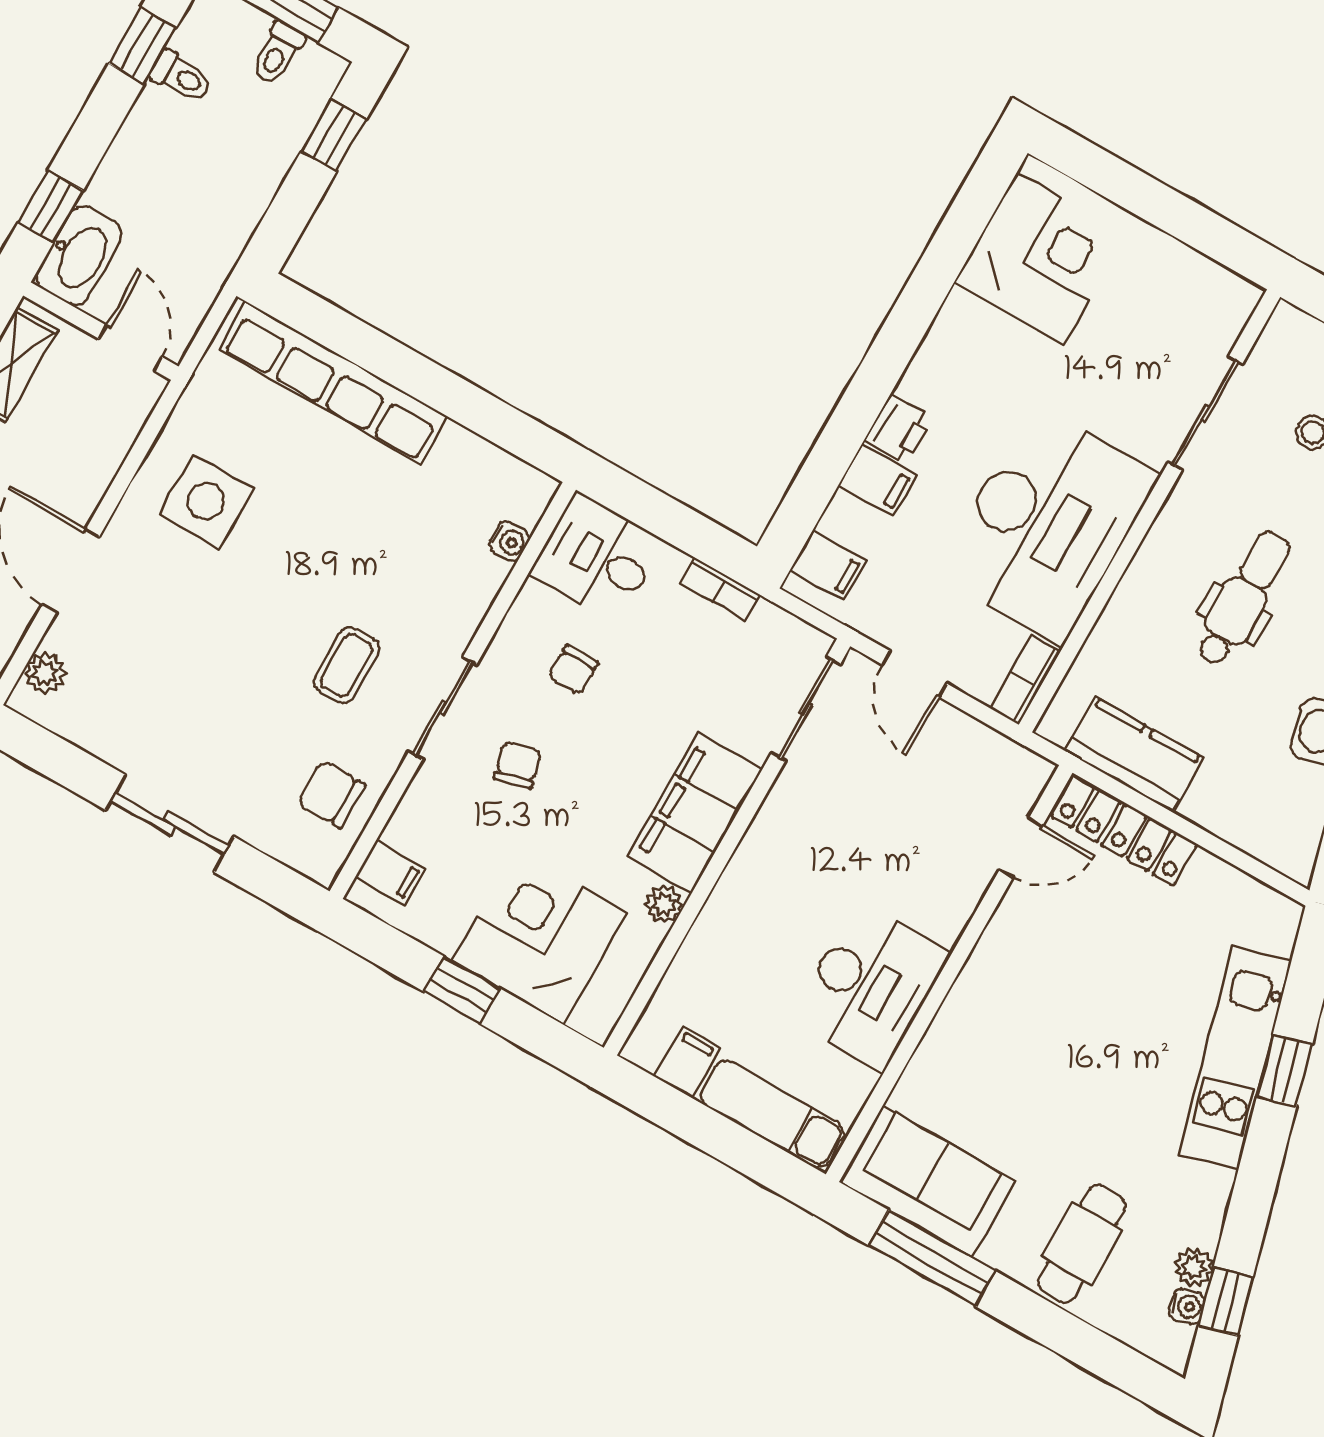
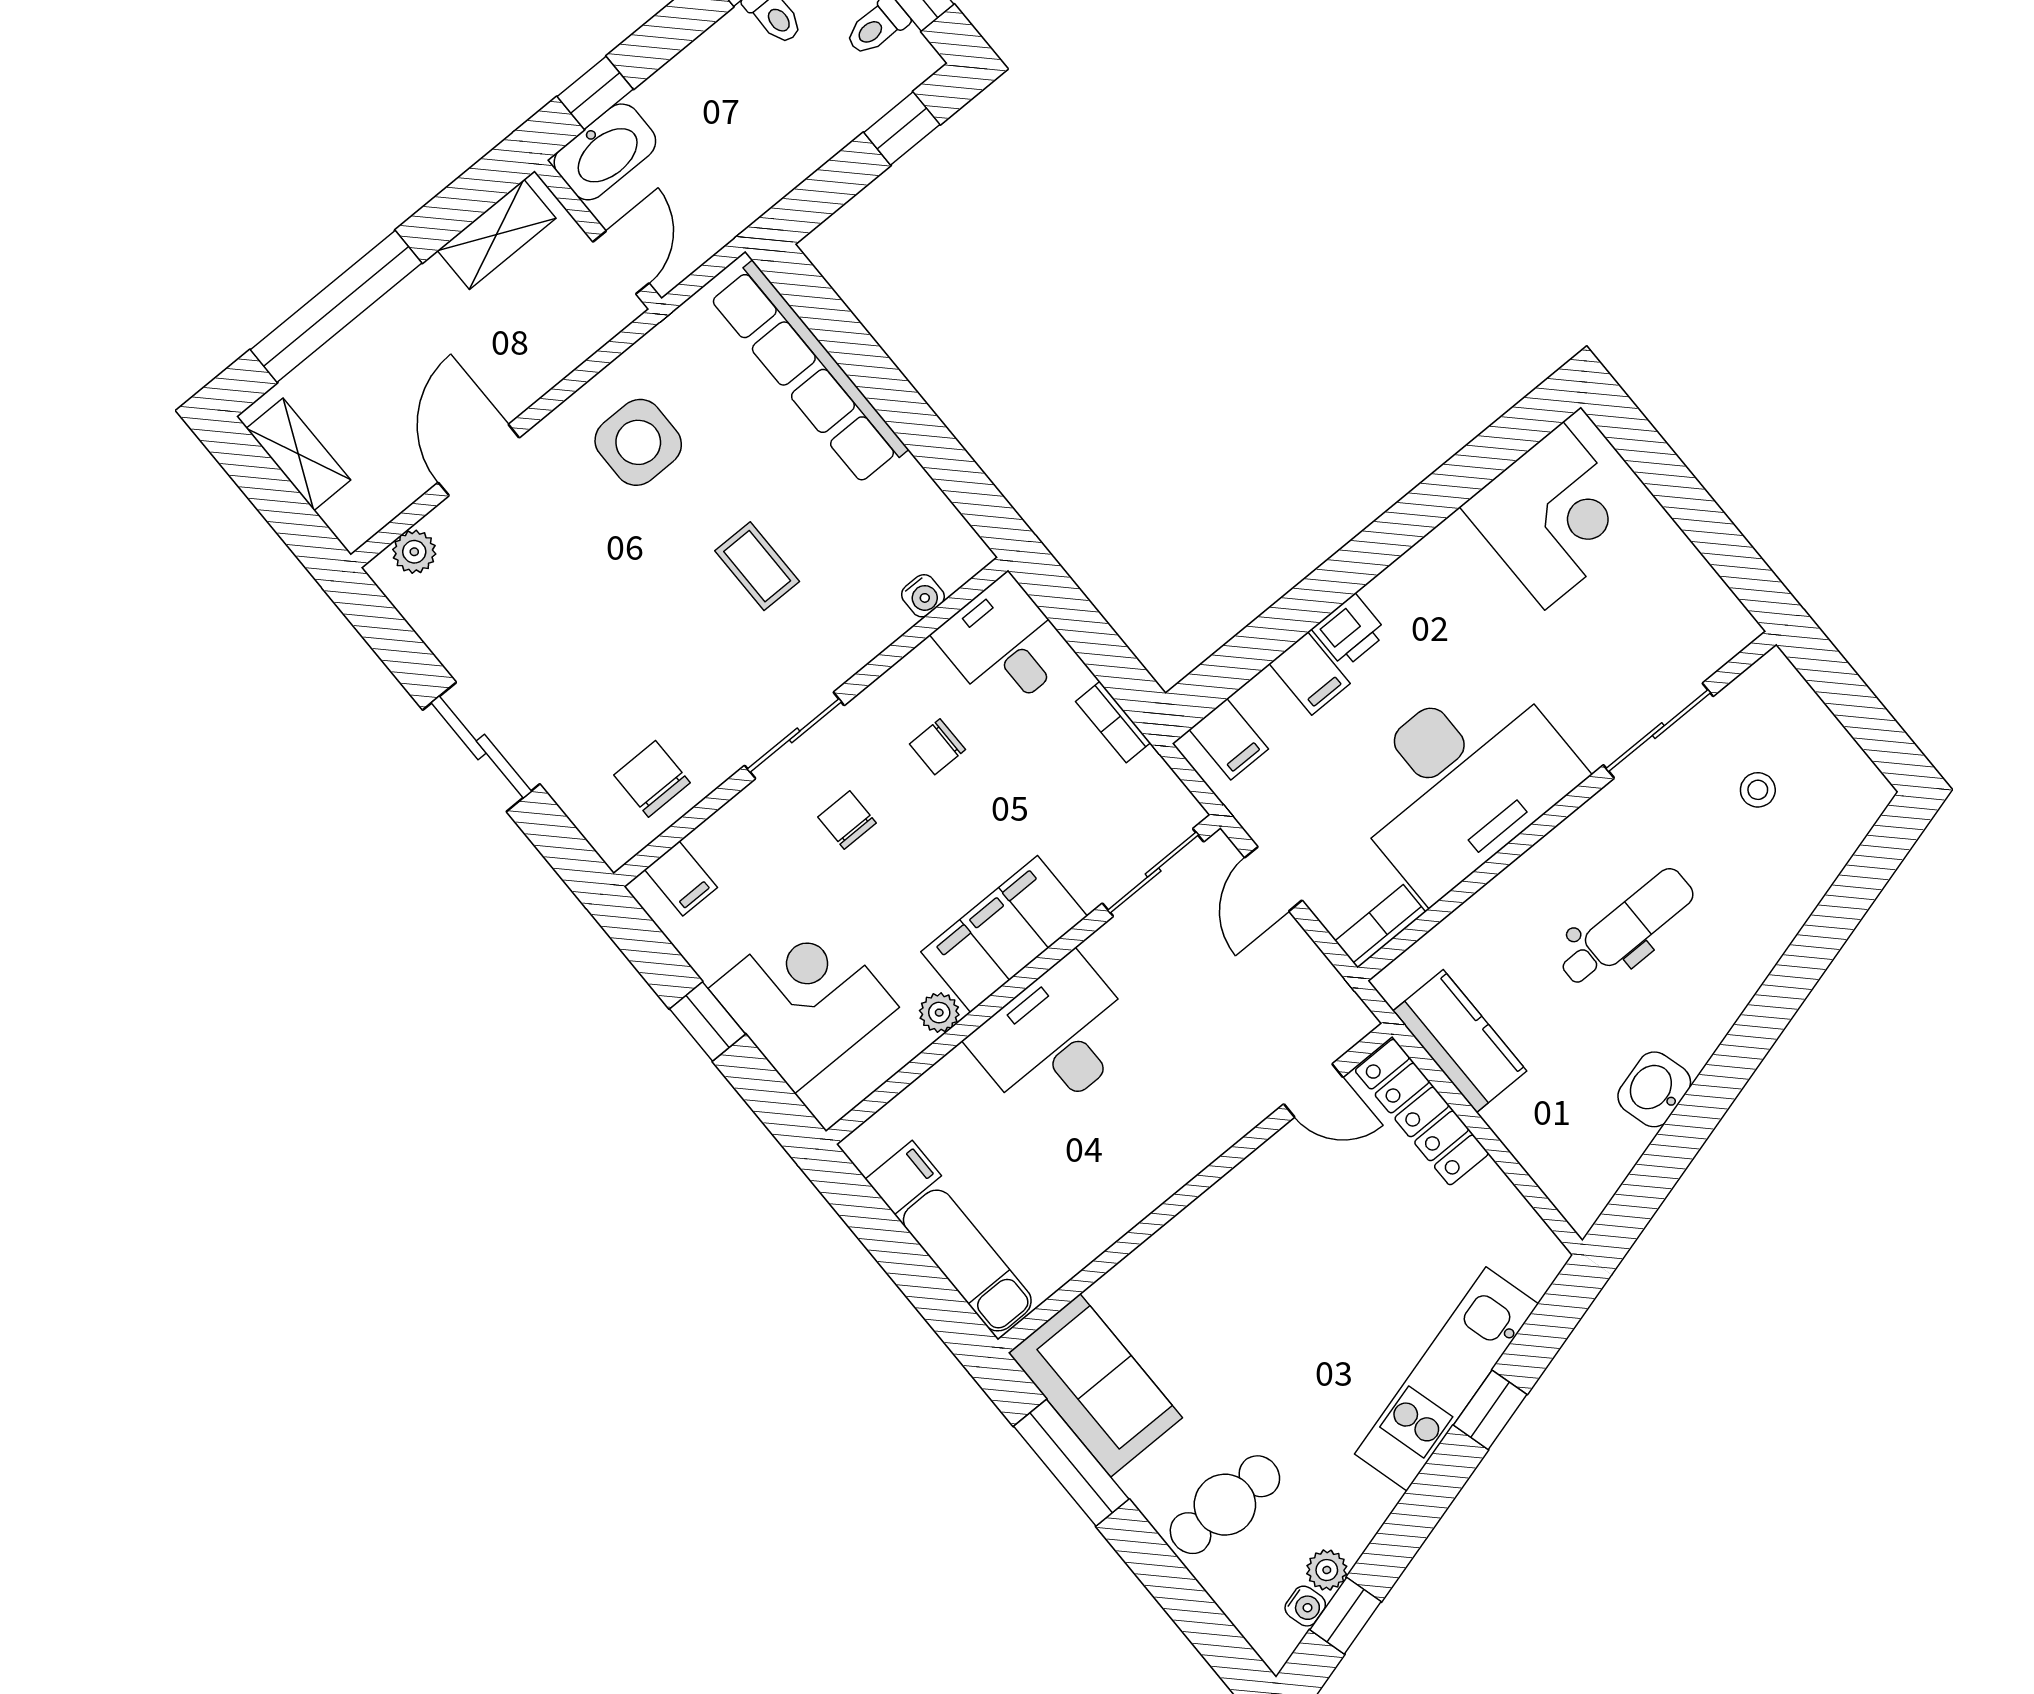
coffee table: (347, 665) -> (757, 566), moved, turned 90
chair: (518, 765) -> (847, 820), turned -76
desk: (870, 986) -> (1055, 1039), moved, turned 180

